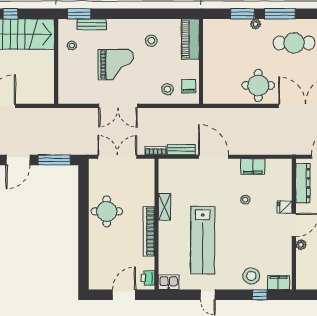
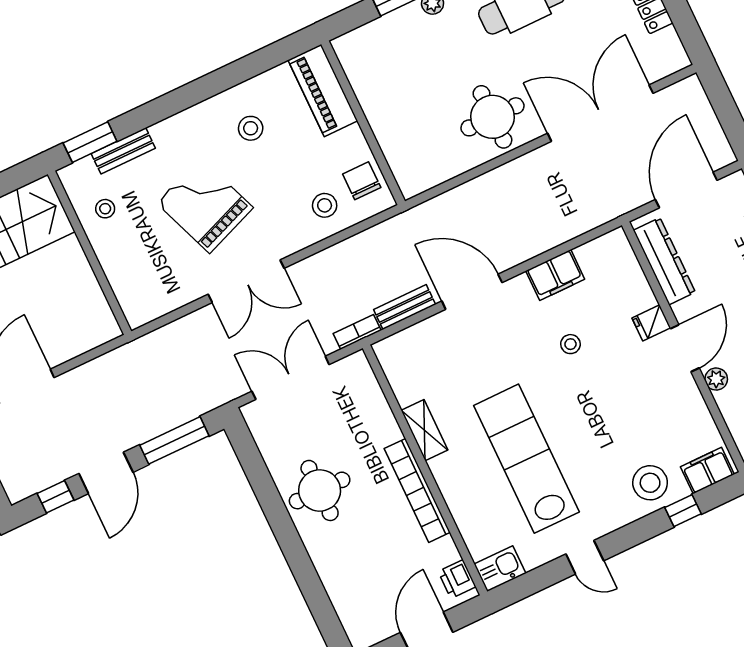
grand piano: (116, 65) -> (205, 205), turned -111
lab bench: (203, 240) -> (526, 459), turned 180

